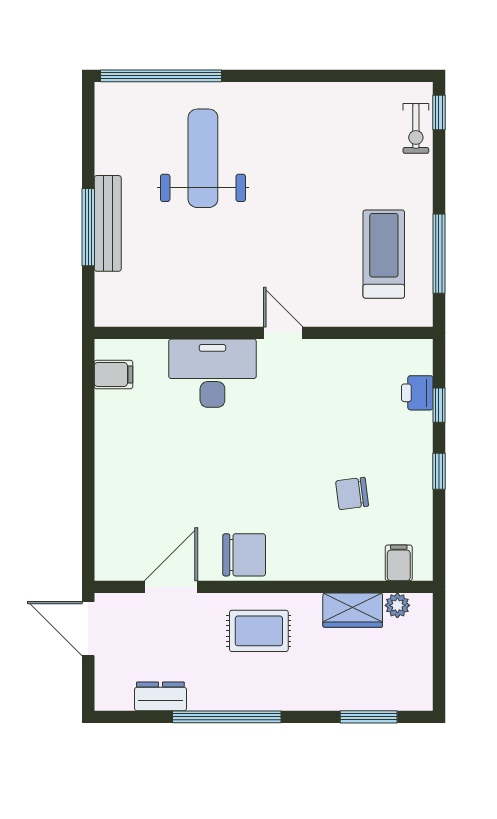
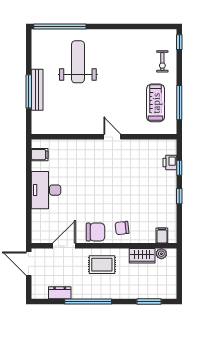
exercise bike: (416, 128) -> (162, 61), moved
desk: (212, 373) -> (46, 190), moved, turned -90
chair: (352, 493) -> (122, 228), moved

